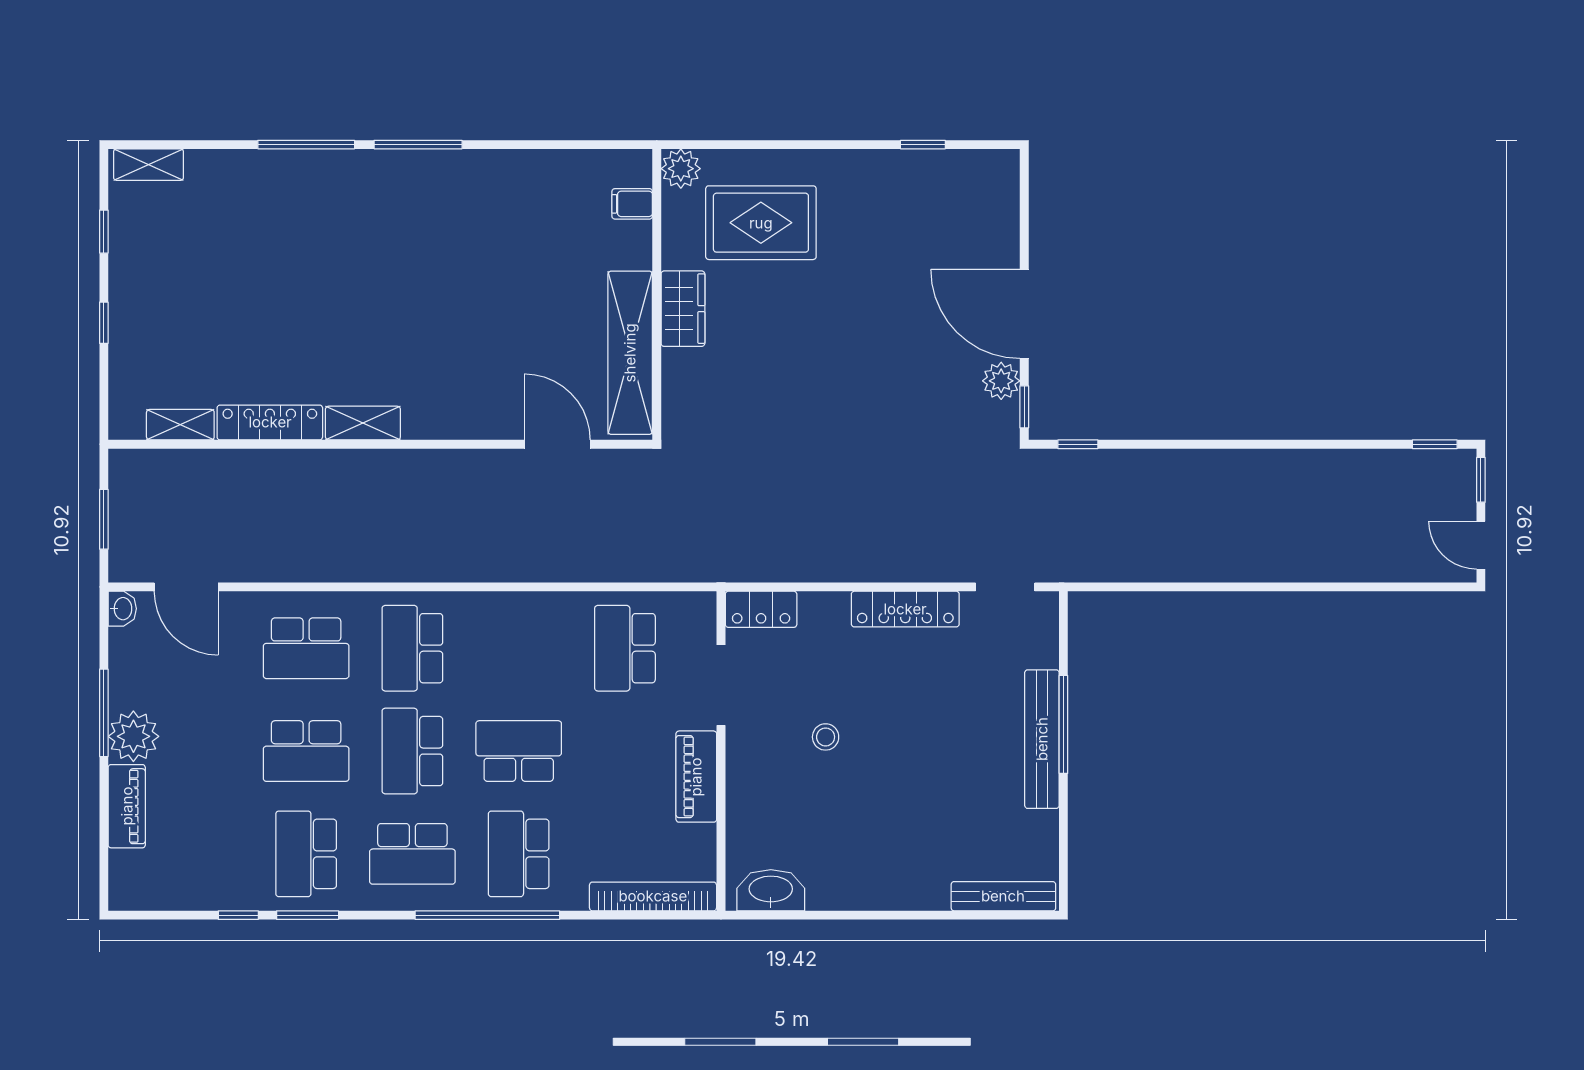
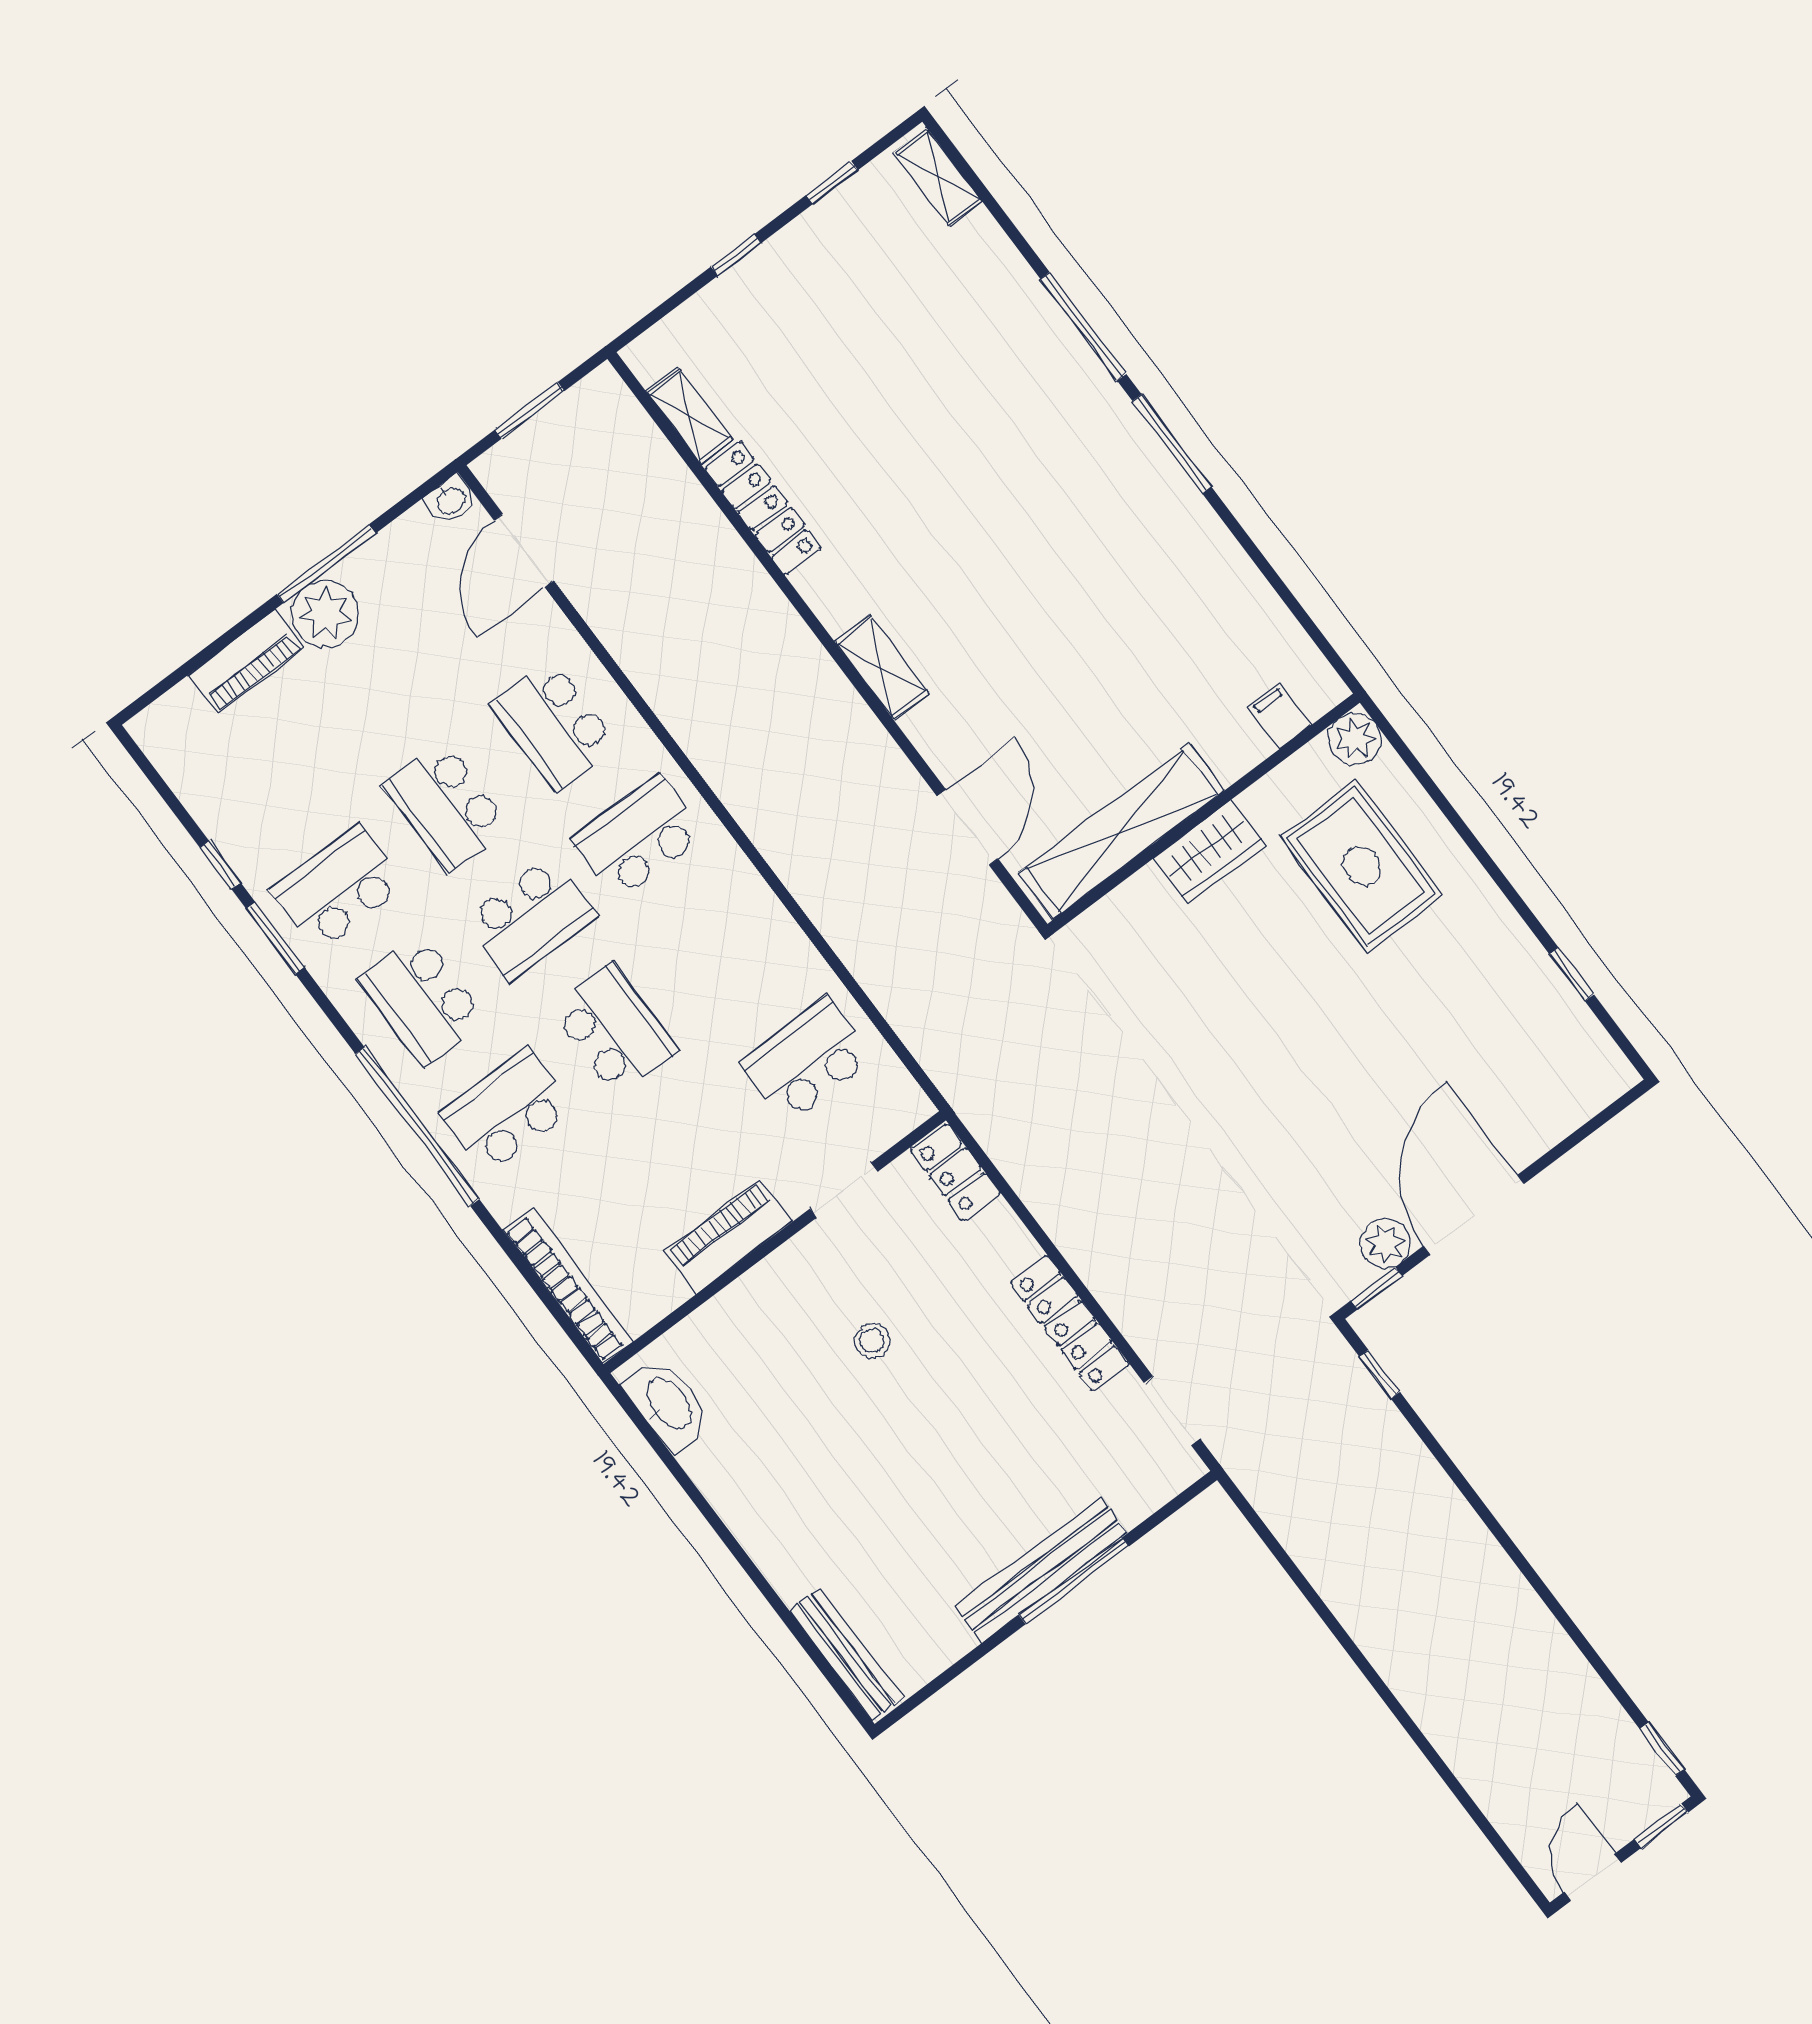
shelving: (363, 423) -> (882, 667), moved
doorway: (721, 685) -> (844, 1190), width x0.73
school desk: (412, 751) -> (530, 918), turned 180

